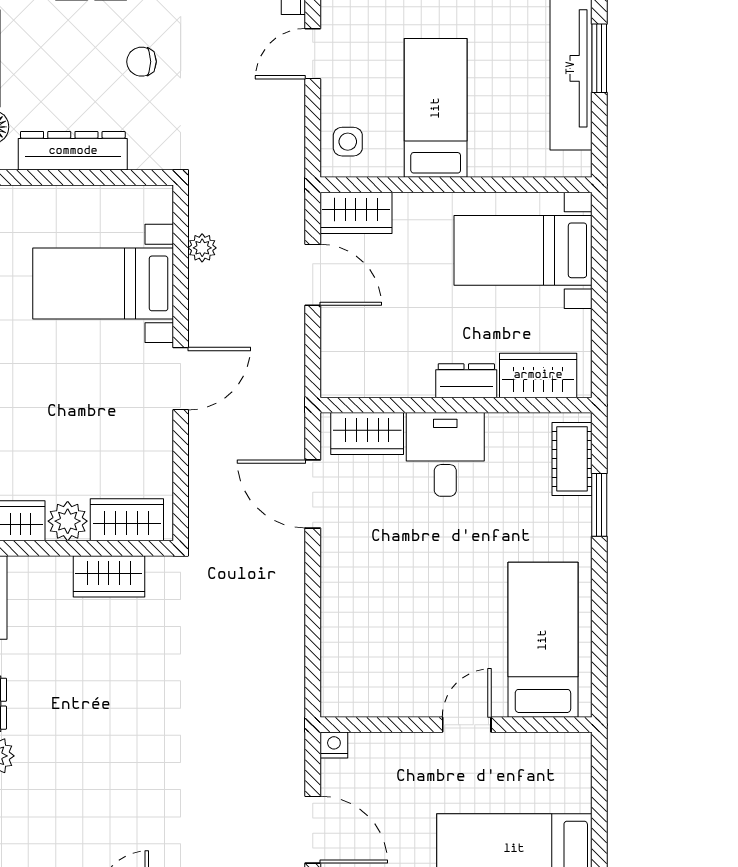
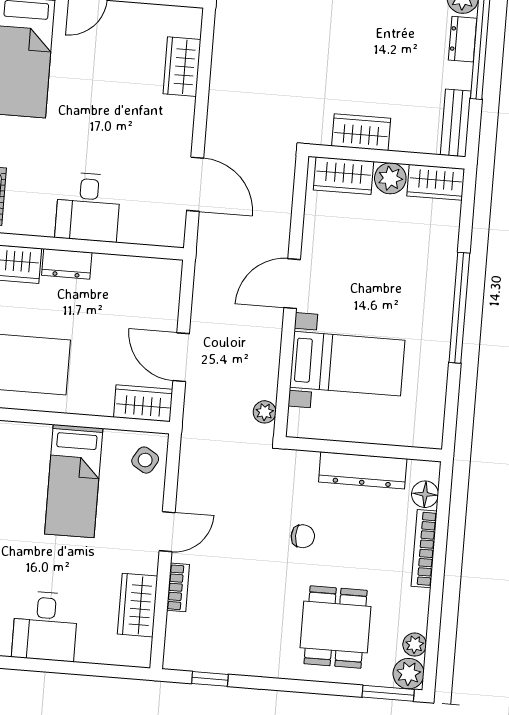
side table: (348, 142) -> (145, 460), turned 31
plant: (202, 248) -> (265, 412), moved
wardrobe: (367, 433) -> (182, 67), moved, turned -90

